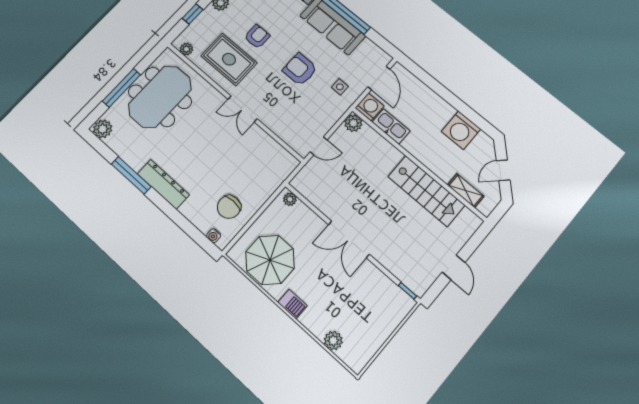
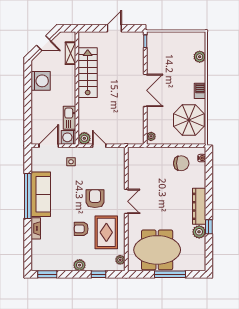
armchair: (300, 69) -> (95, 199), moved, turned 180
plant: (103, 129) -> (199, 232), moved
door: (319, 146) -> (99, 146), moved
window: (131, 175) -> (209, 227), width x0.46

